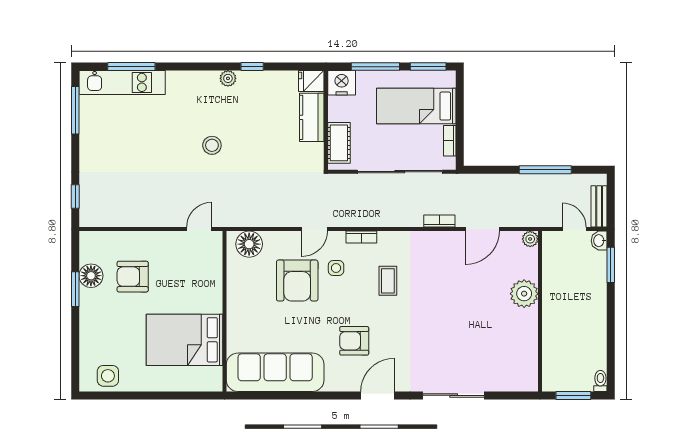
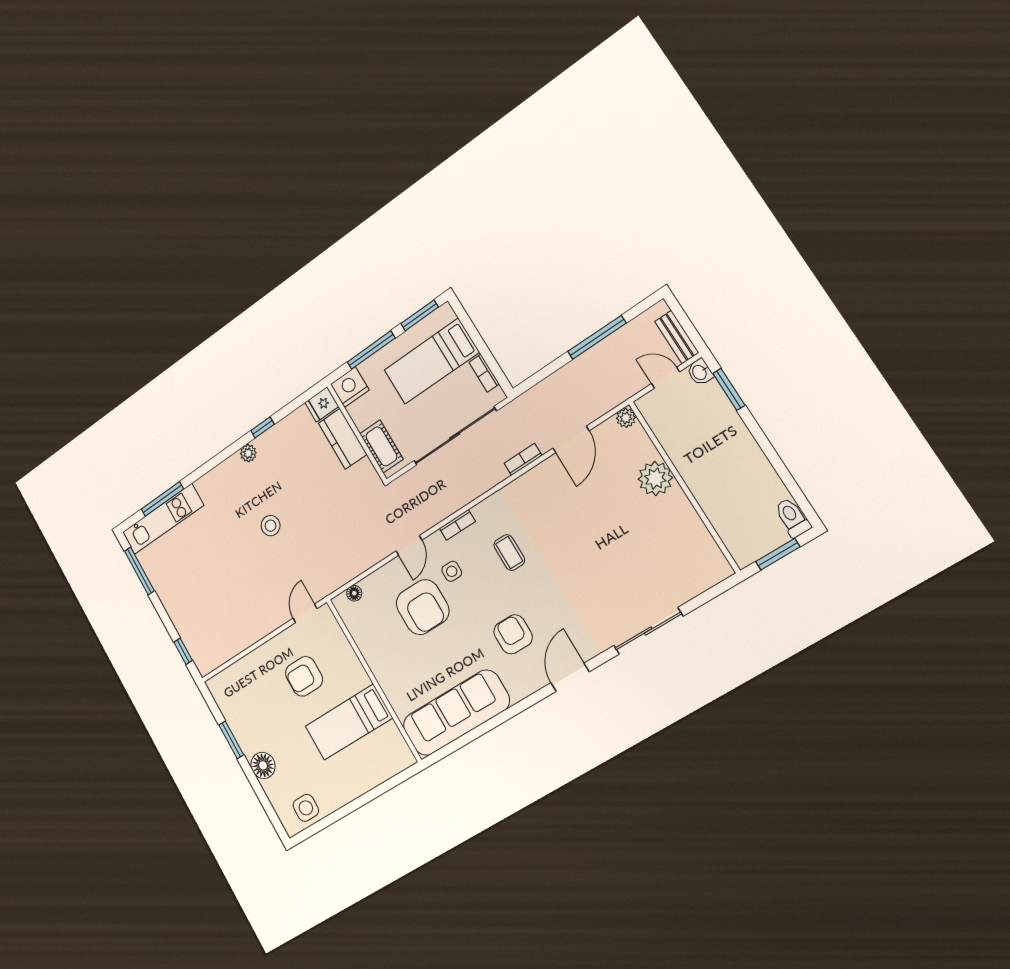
floor lamp: (249, 244) -> (354, 593), width x0.53, depth x0.53
floor lamp: (91, 276) -> (263, 765), moved
armchair: (133, 277) -> (304, 676), moved
bed: (184, 340) -> (349, 722), width x0.67
armchair: (354, 341) -> (513, 634), turned 90
toilet: (600, 381) -> (792, 518), width x1.37, depth x1.39

